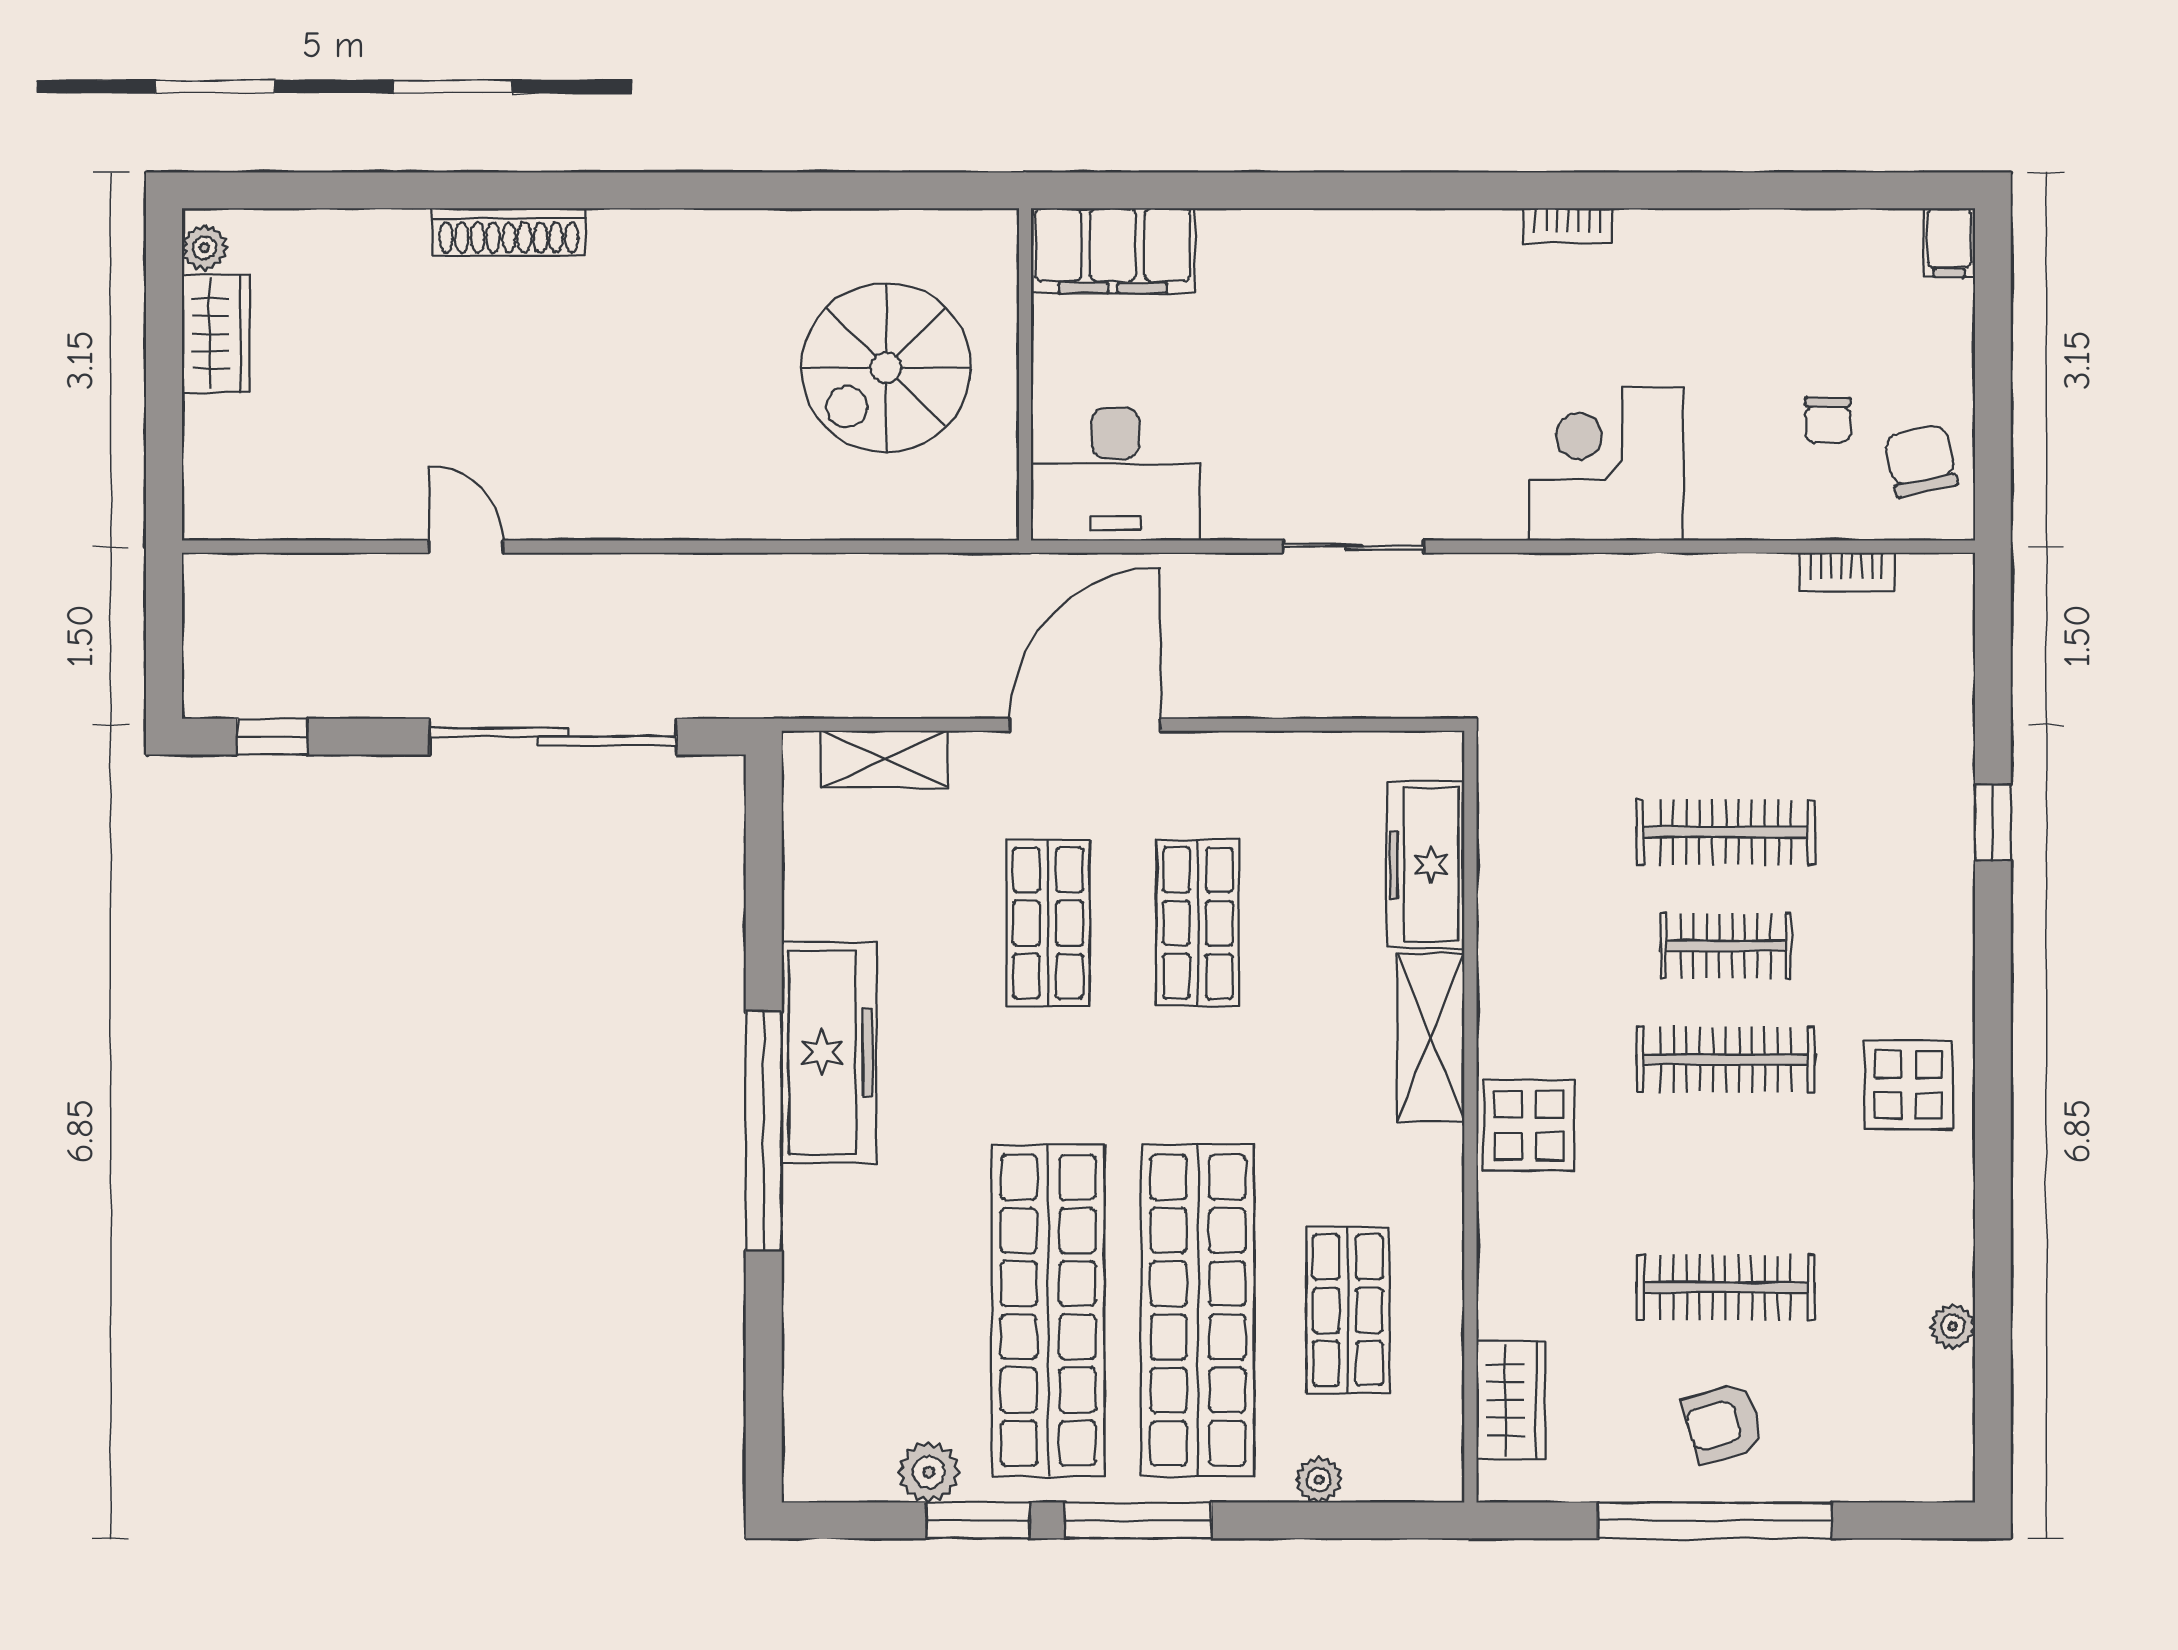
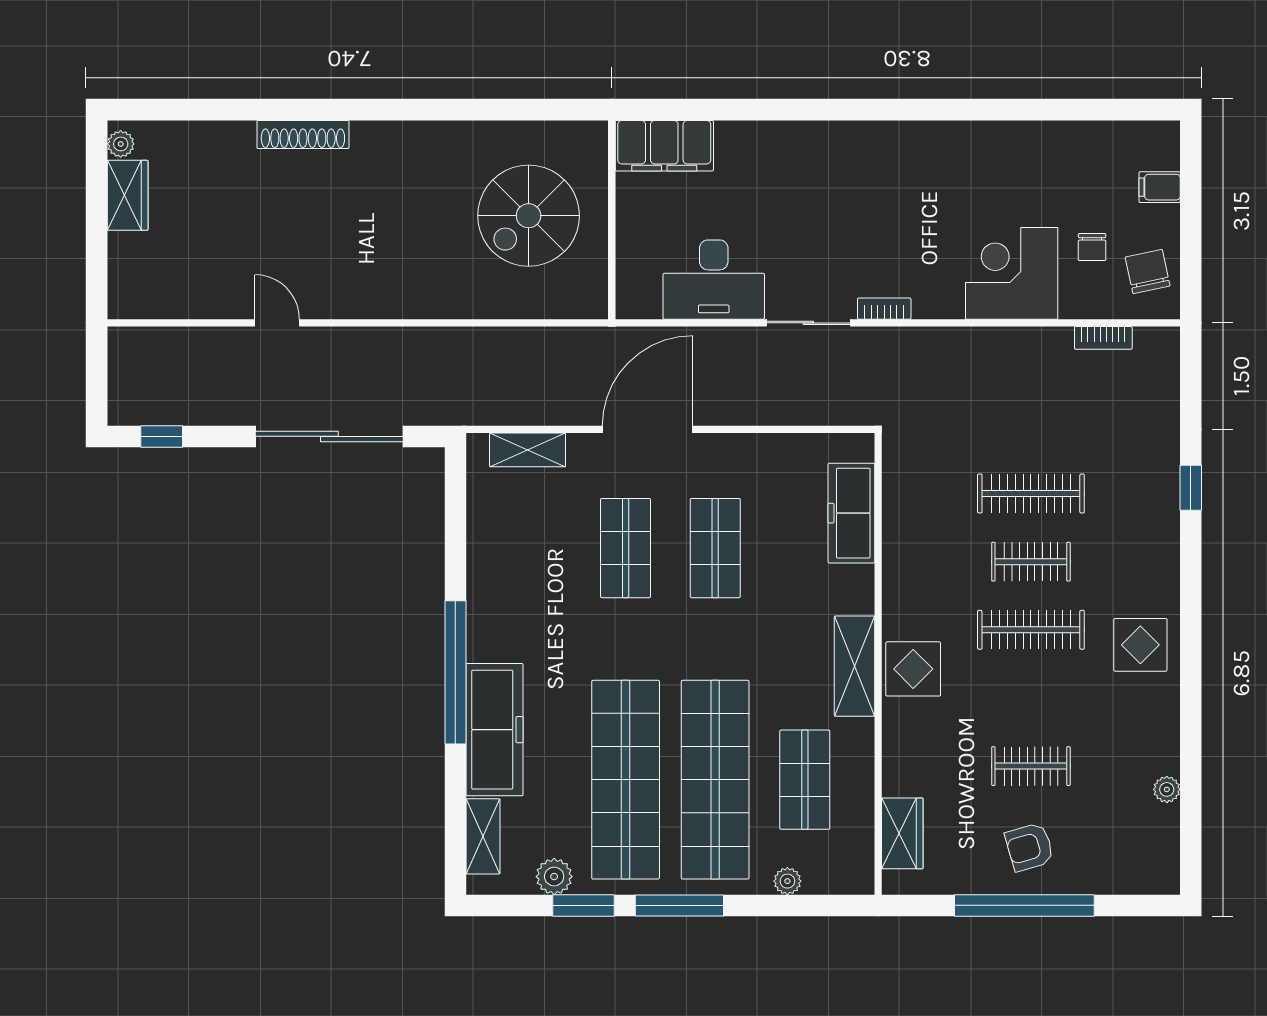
bookcase: (1568, 226) -> (884, 309), moved, turned 180
filing cabinet: (1949, 243) -> (1160, 187), moved, turned 90
corner desk: (1607, 464) -> (1012, 273), moved
desk: (1115, 474) -> (714, 280), moved
shelving: (1431, 1037) -> (855, 666), moved
freezer: (829, 1052) -> (494, 730), moved
clothes rail: (1726, 1287) -> (1031, 766), width x0.73
shelving: (810, 1405) -> (483, 836), added

